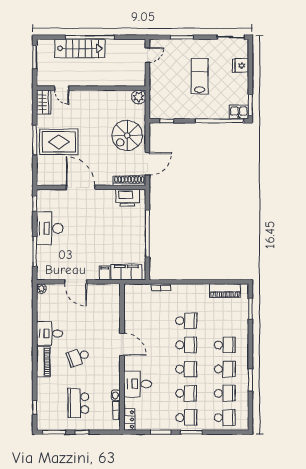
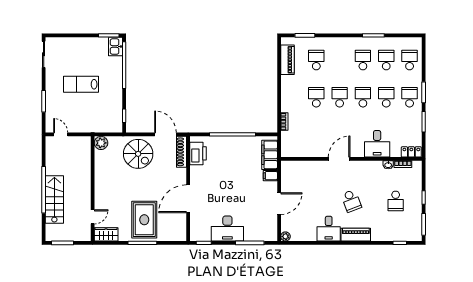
fridge: (241, 66) -> (71, 45), removed
school desk: (225, 345) -> (316, 60), moved
school desk: (78, 403) -> (396, 201), width x0.54

